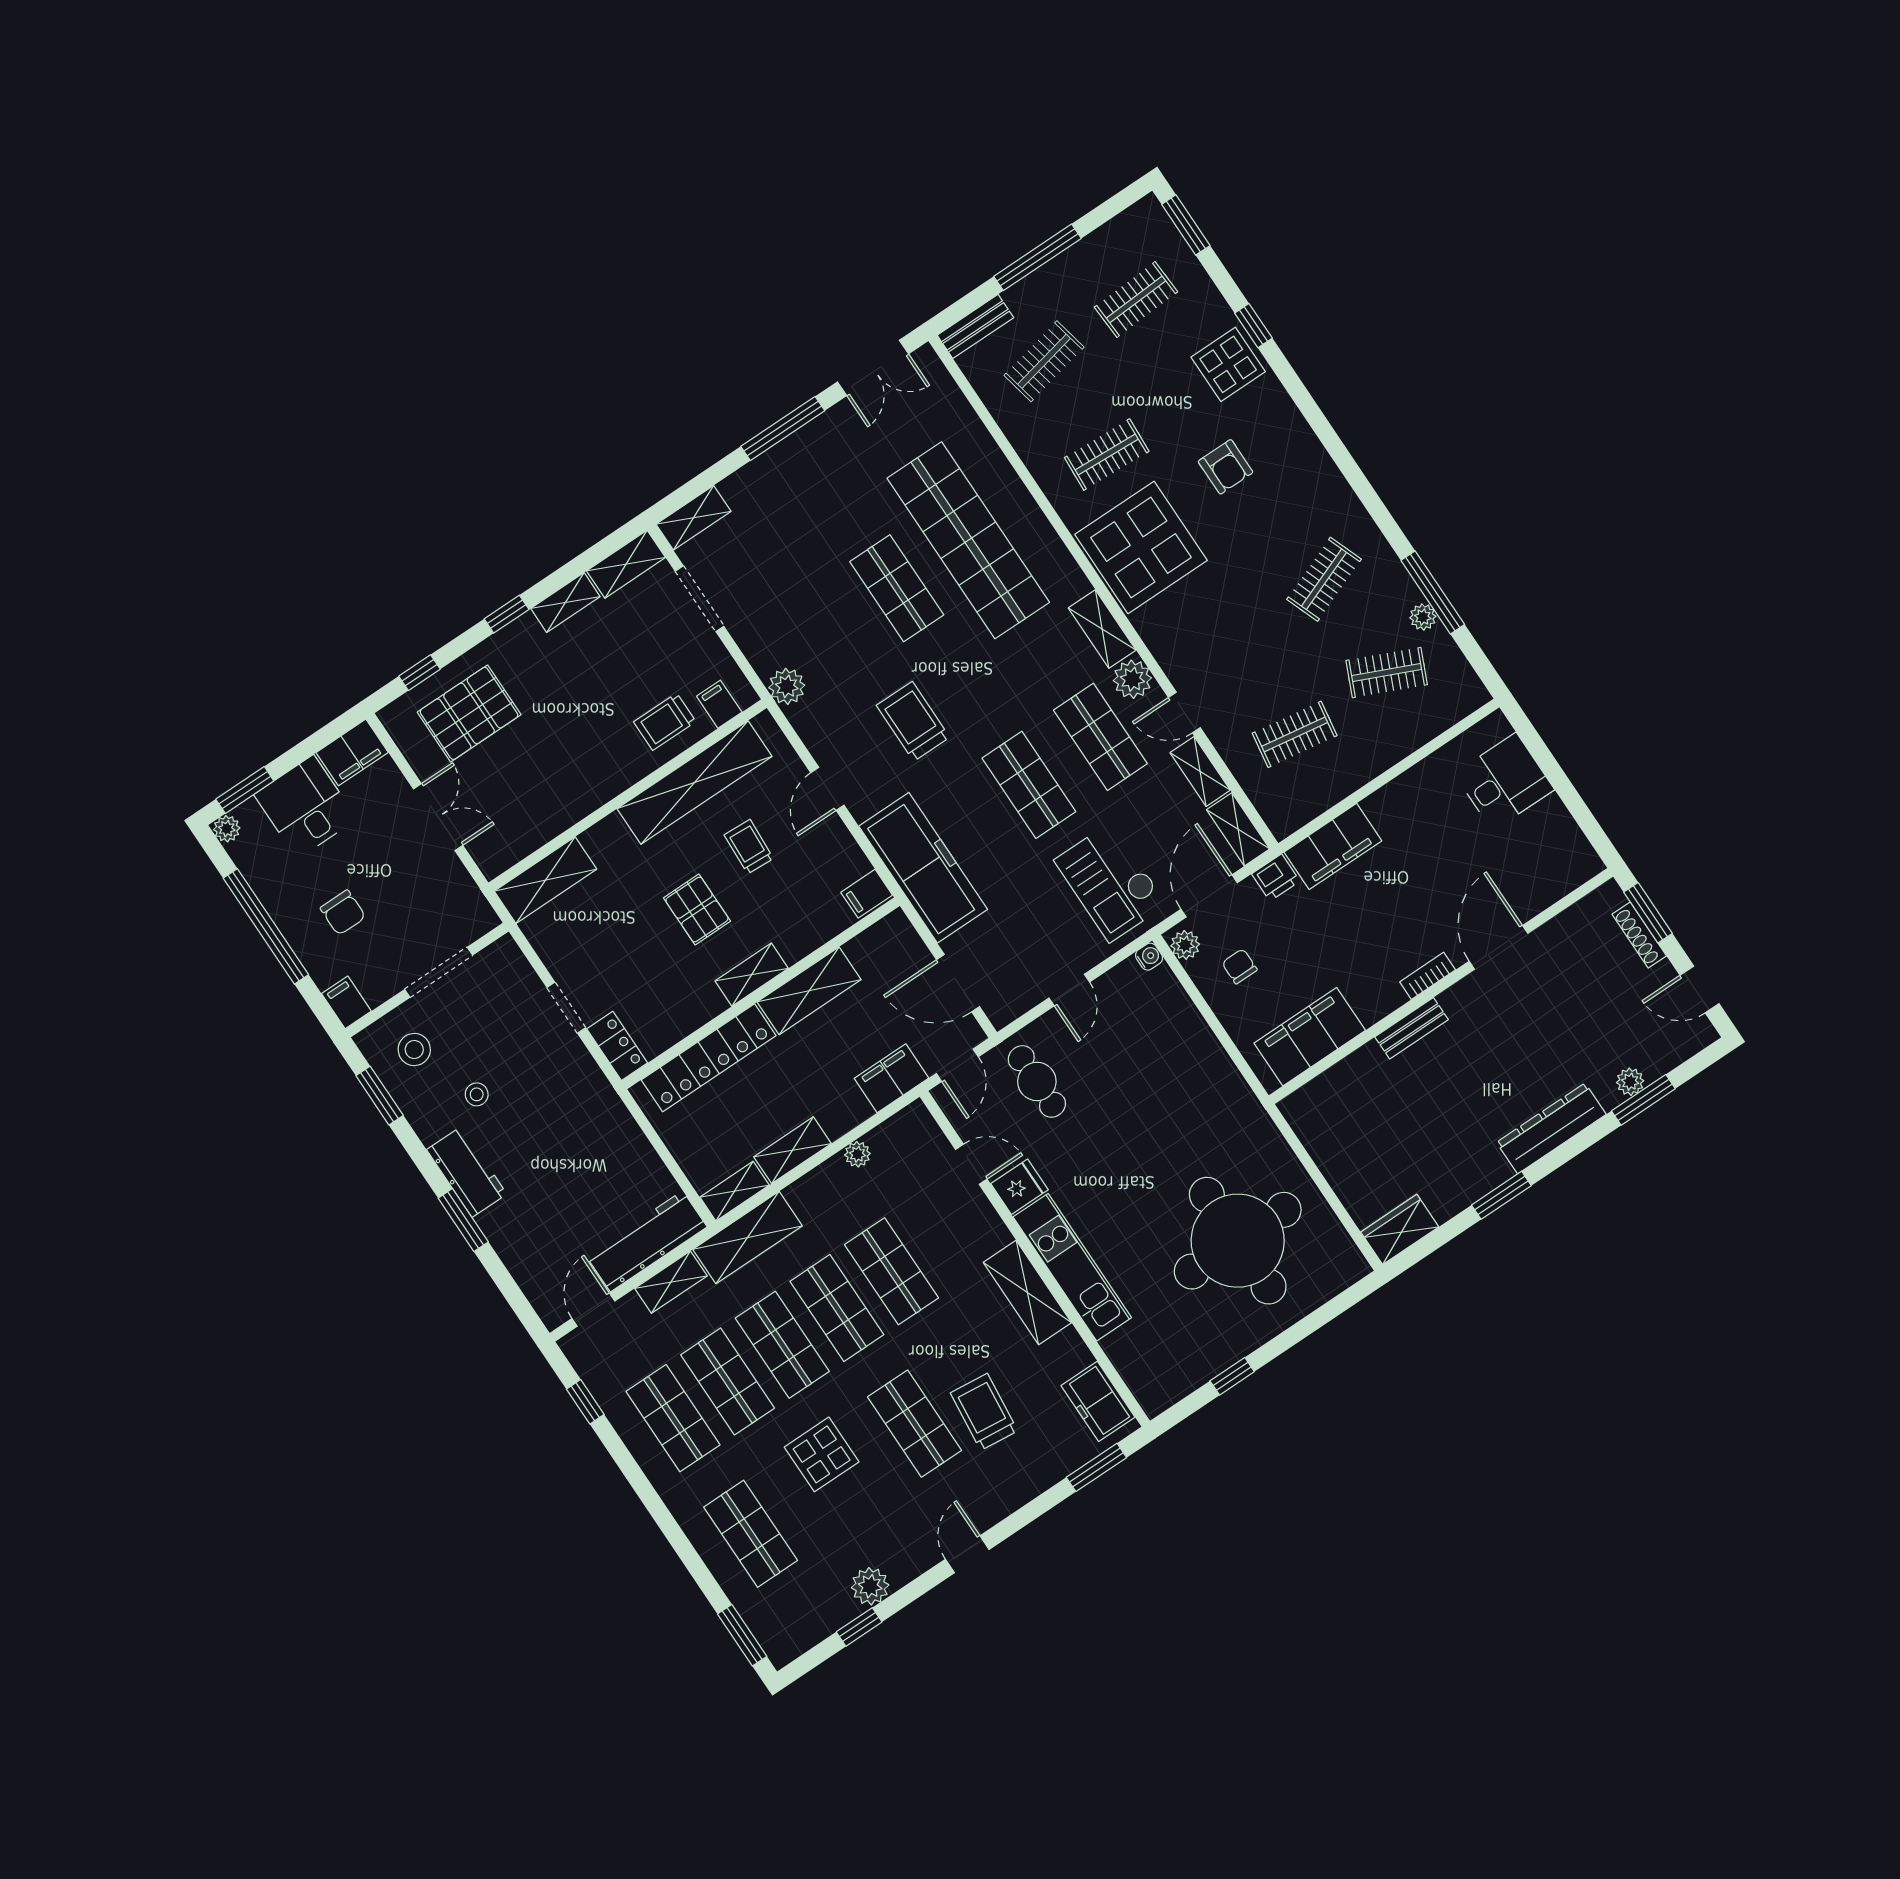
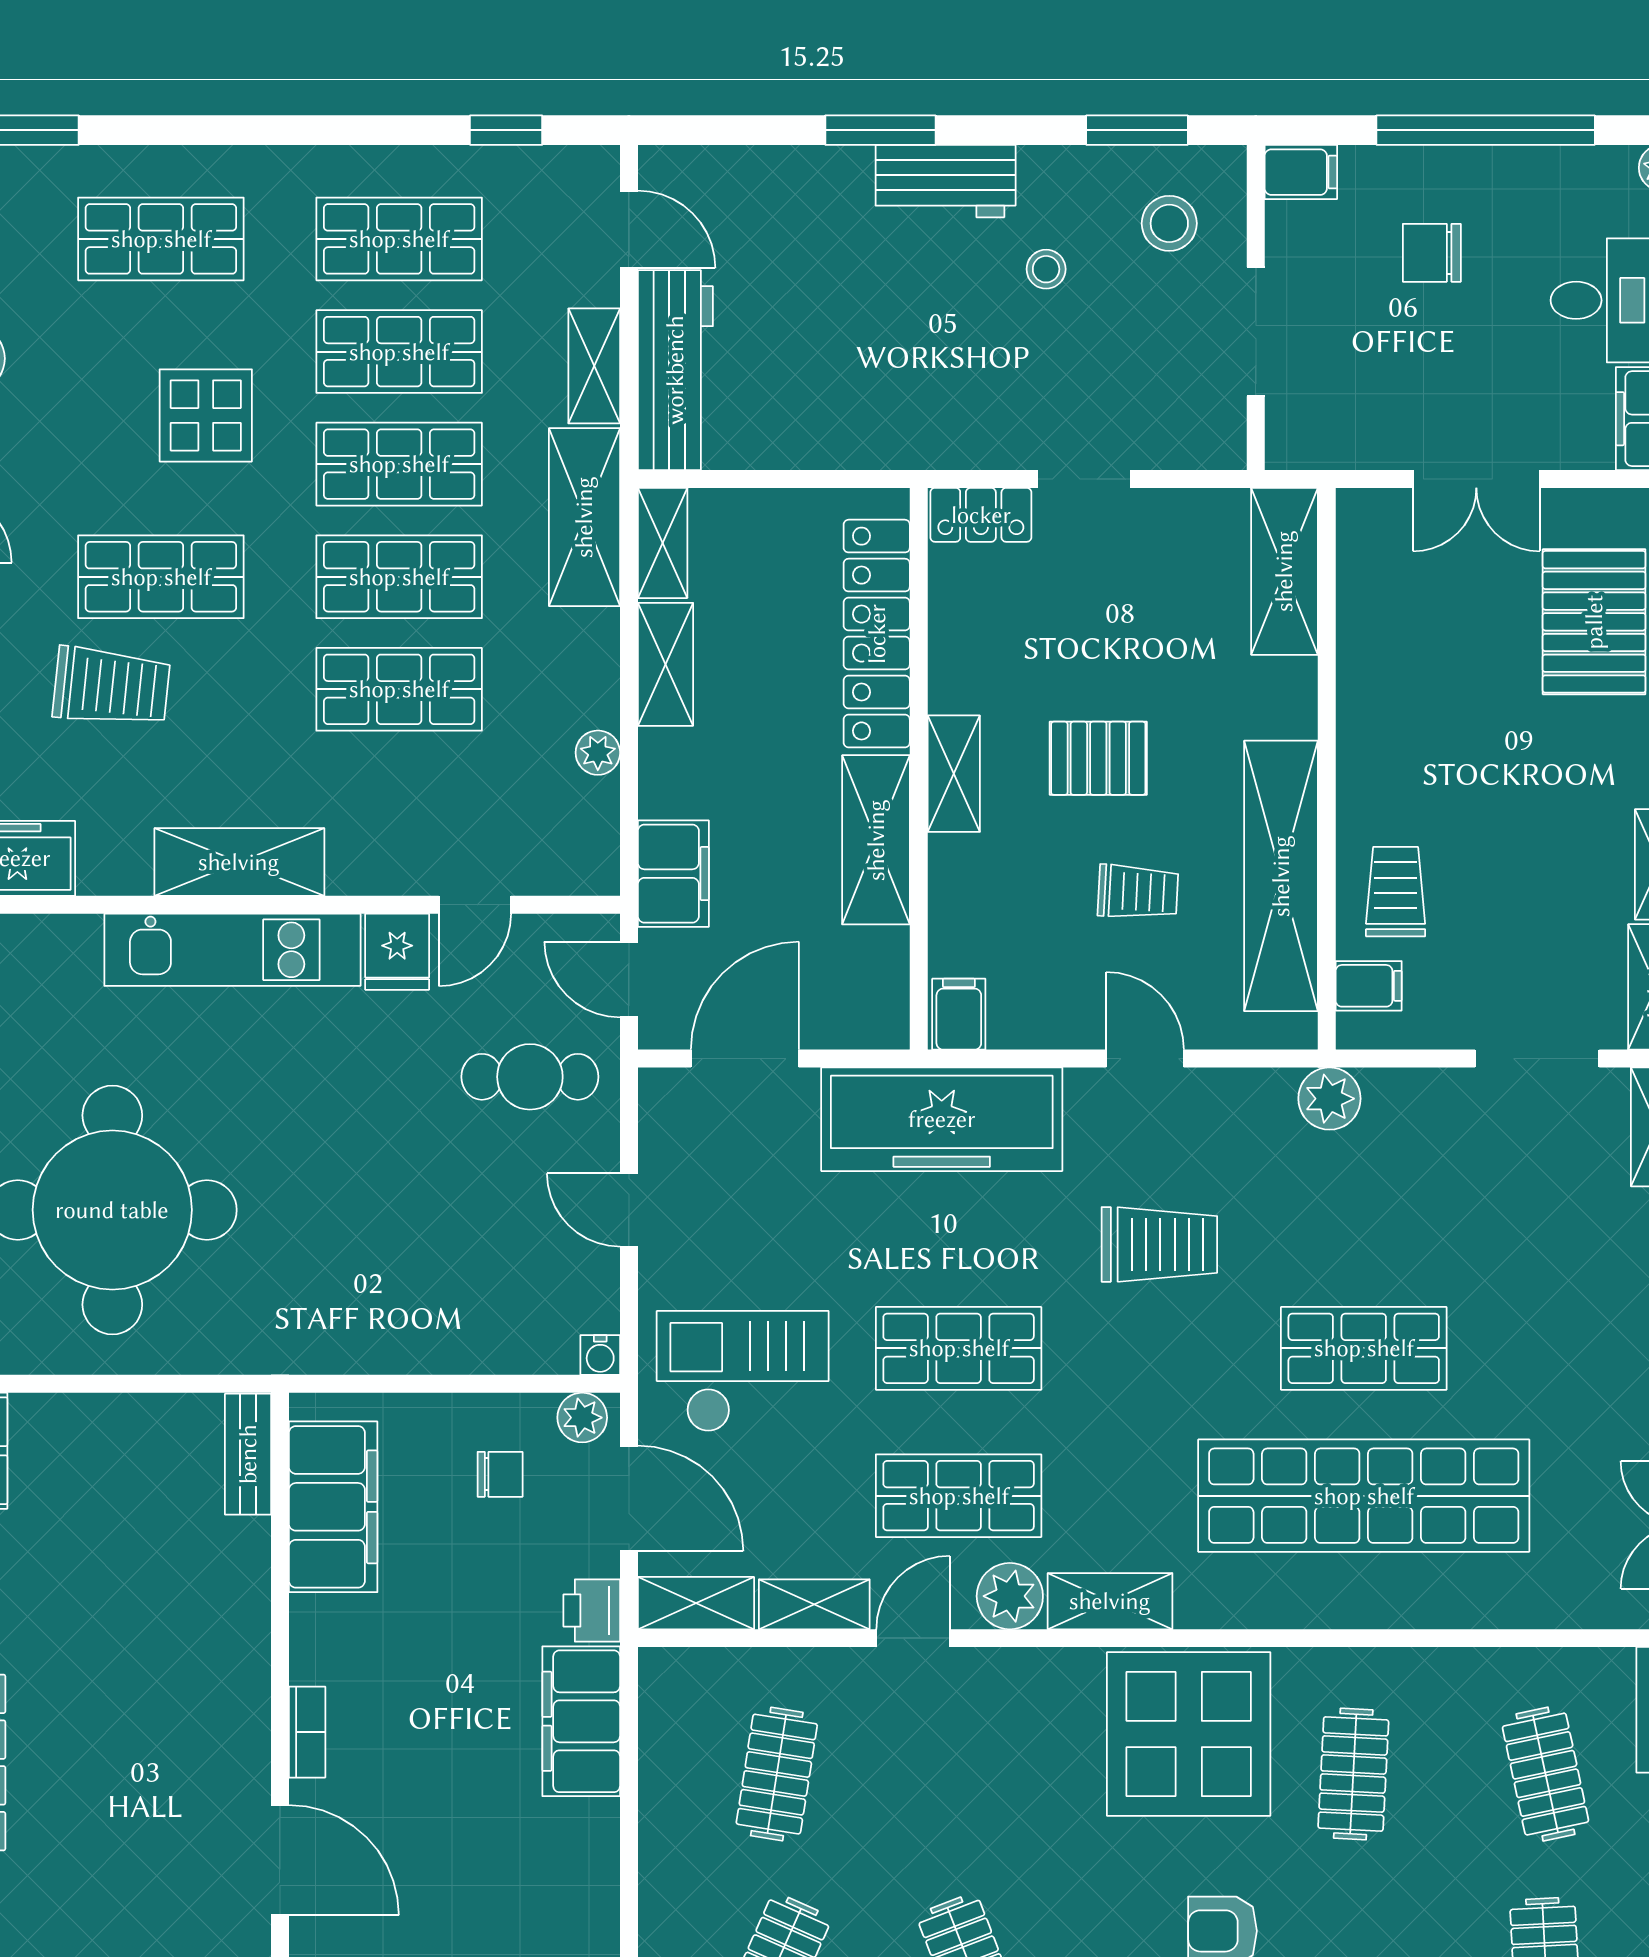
bench: (1412, 1028) -> (248, 1454), moved

